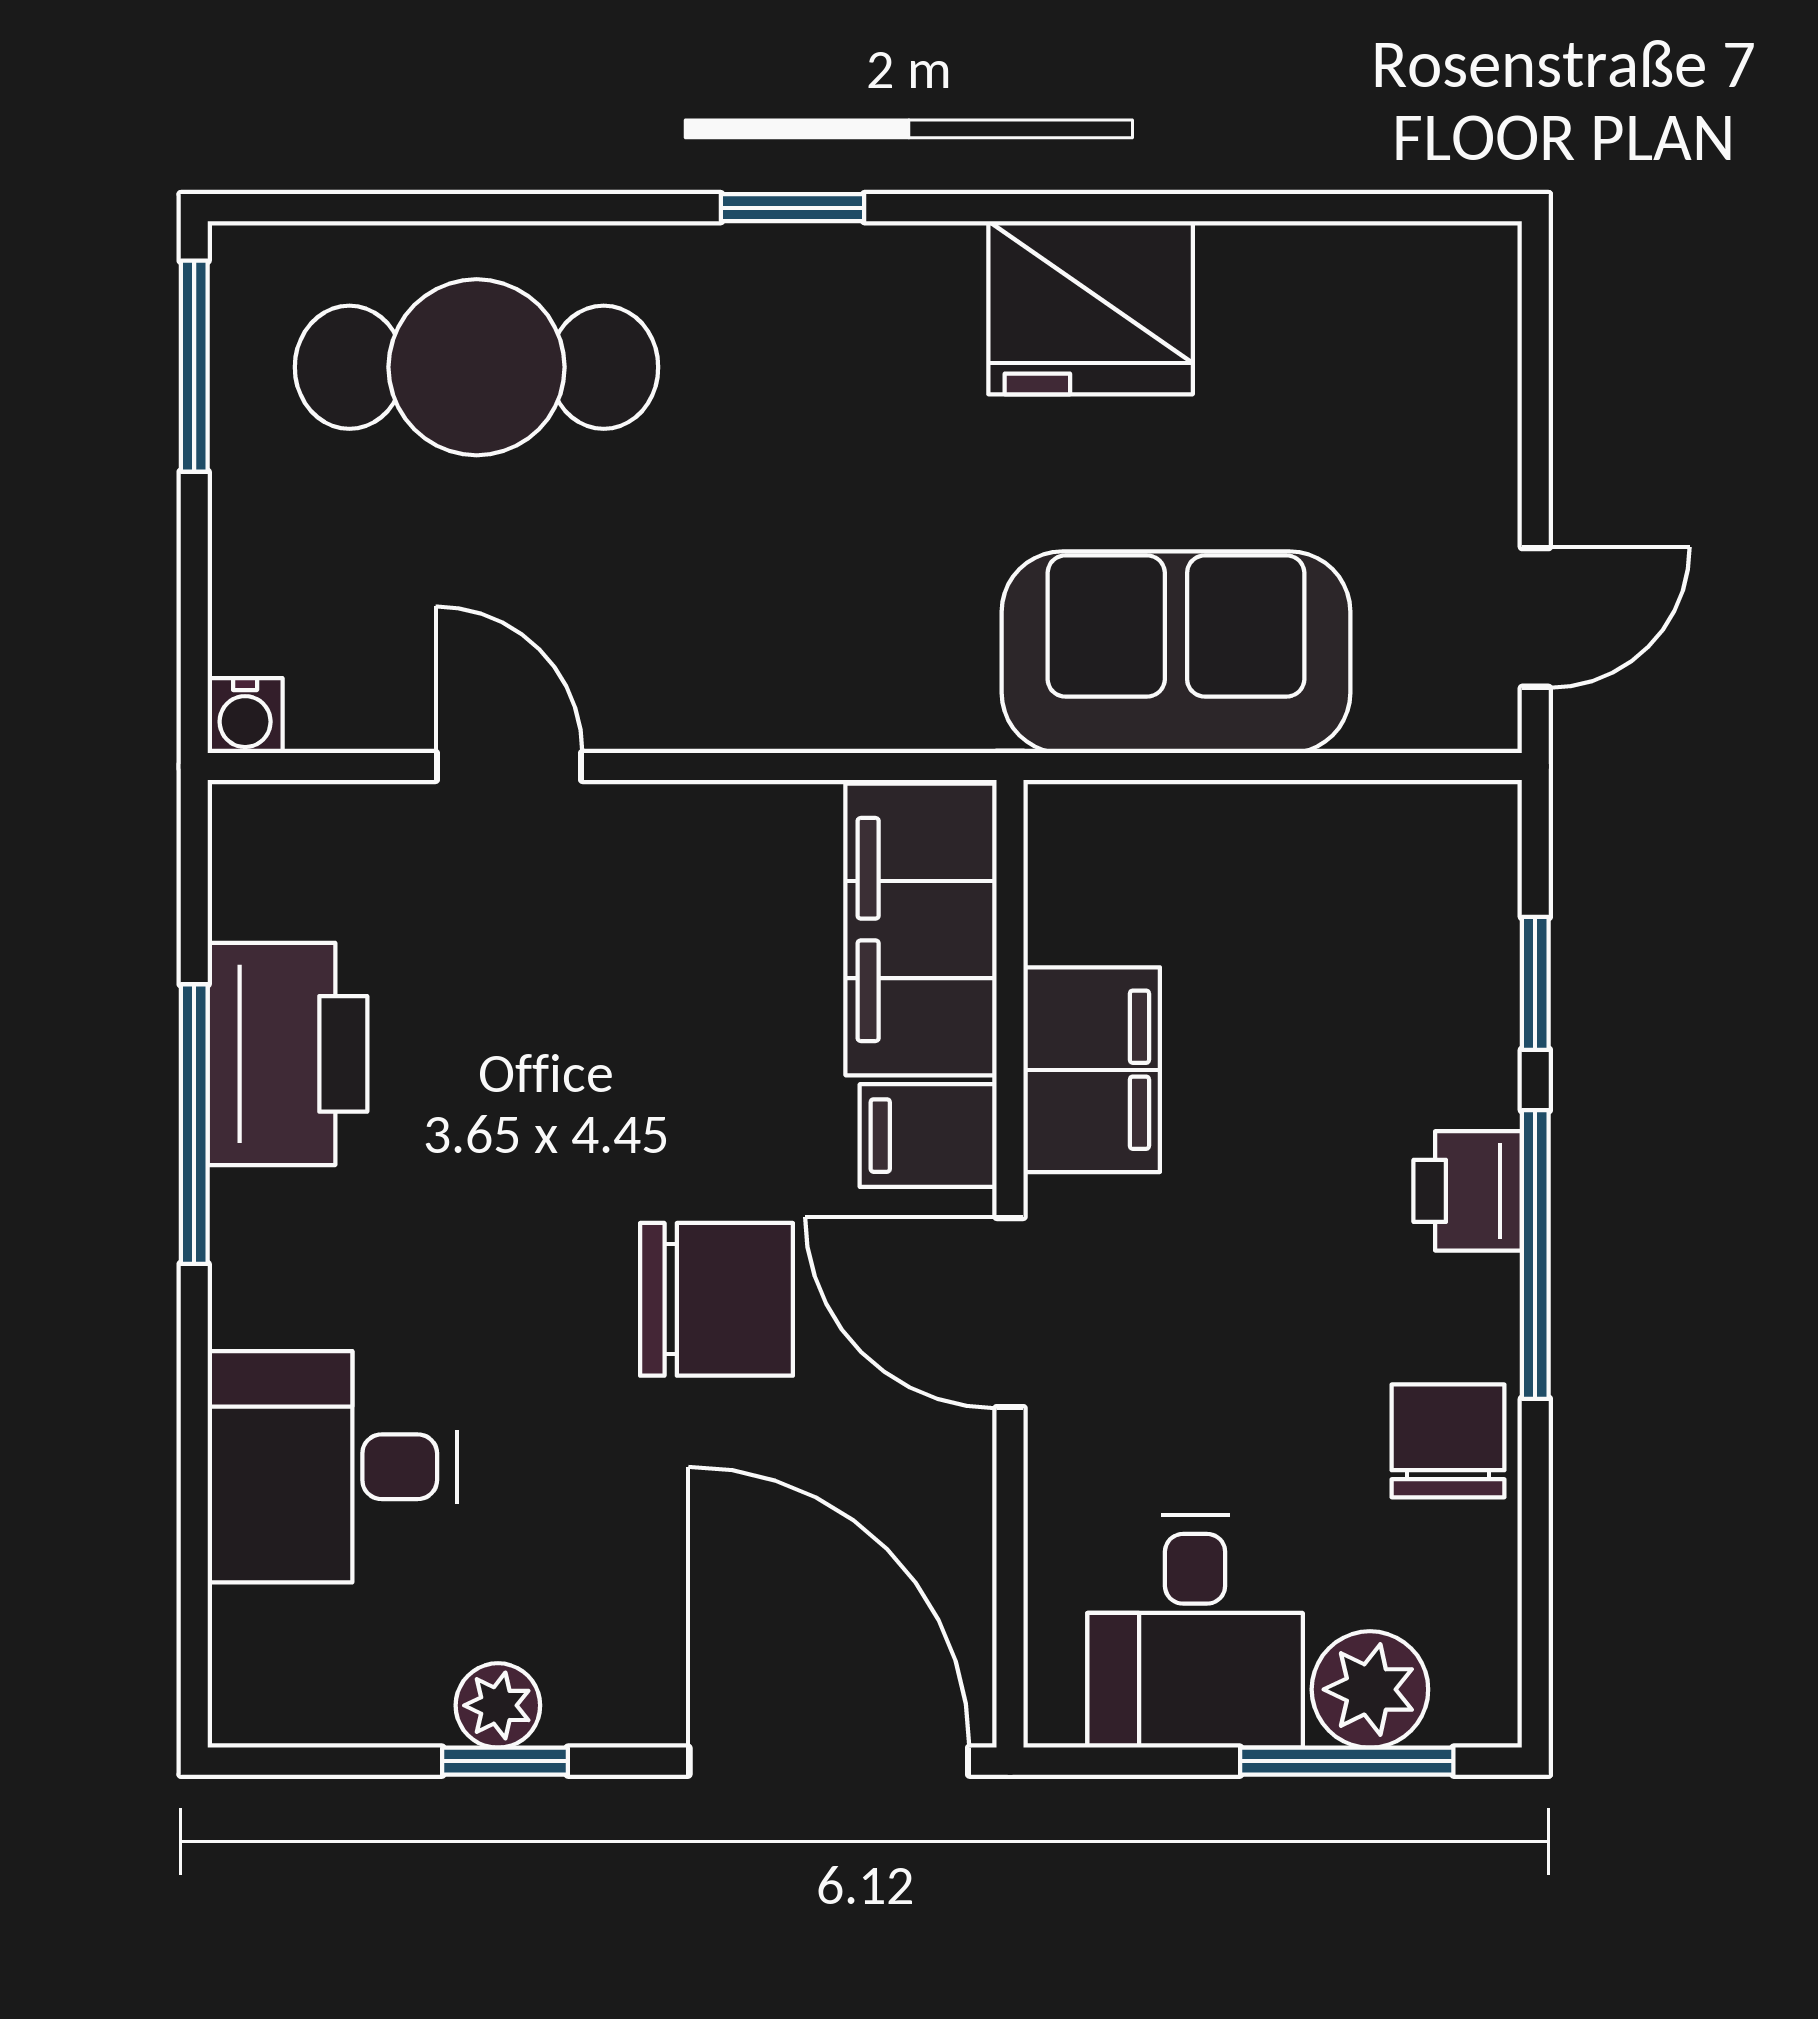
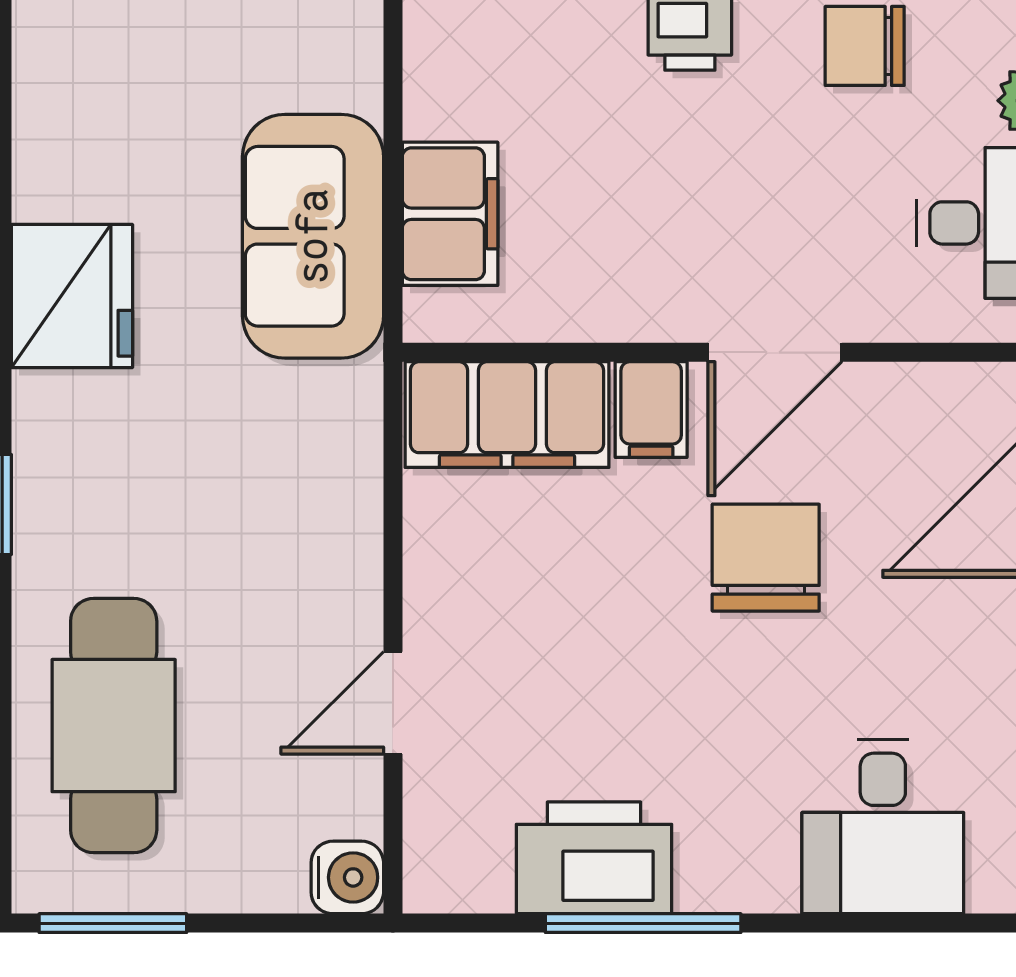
water cooler: (245, 716) -> (347, 877), width x1.38, depth x1.38
filing cabinet: (1092, 1070) -> (450, 214), moved, turned 90

